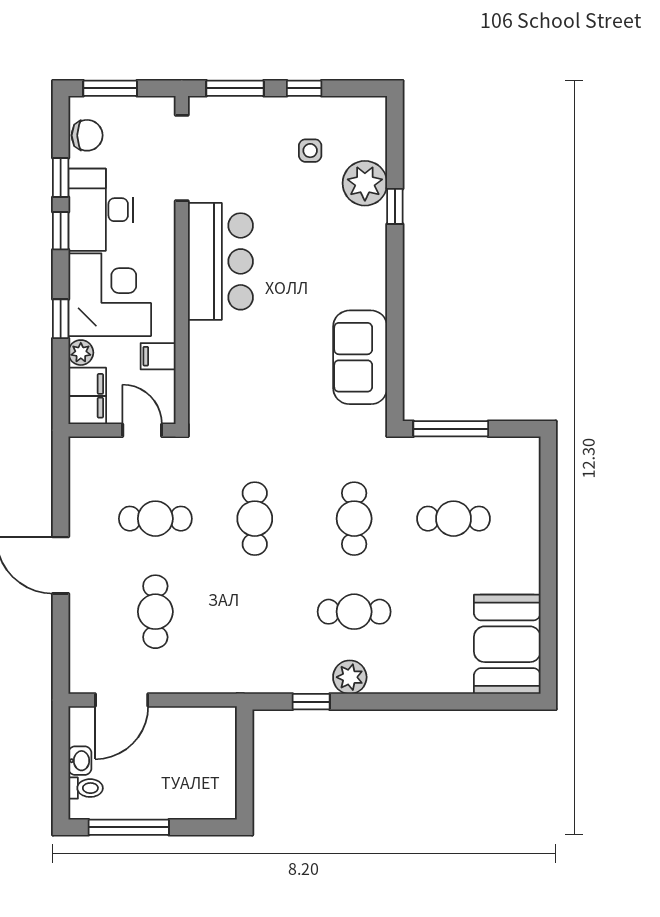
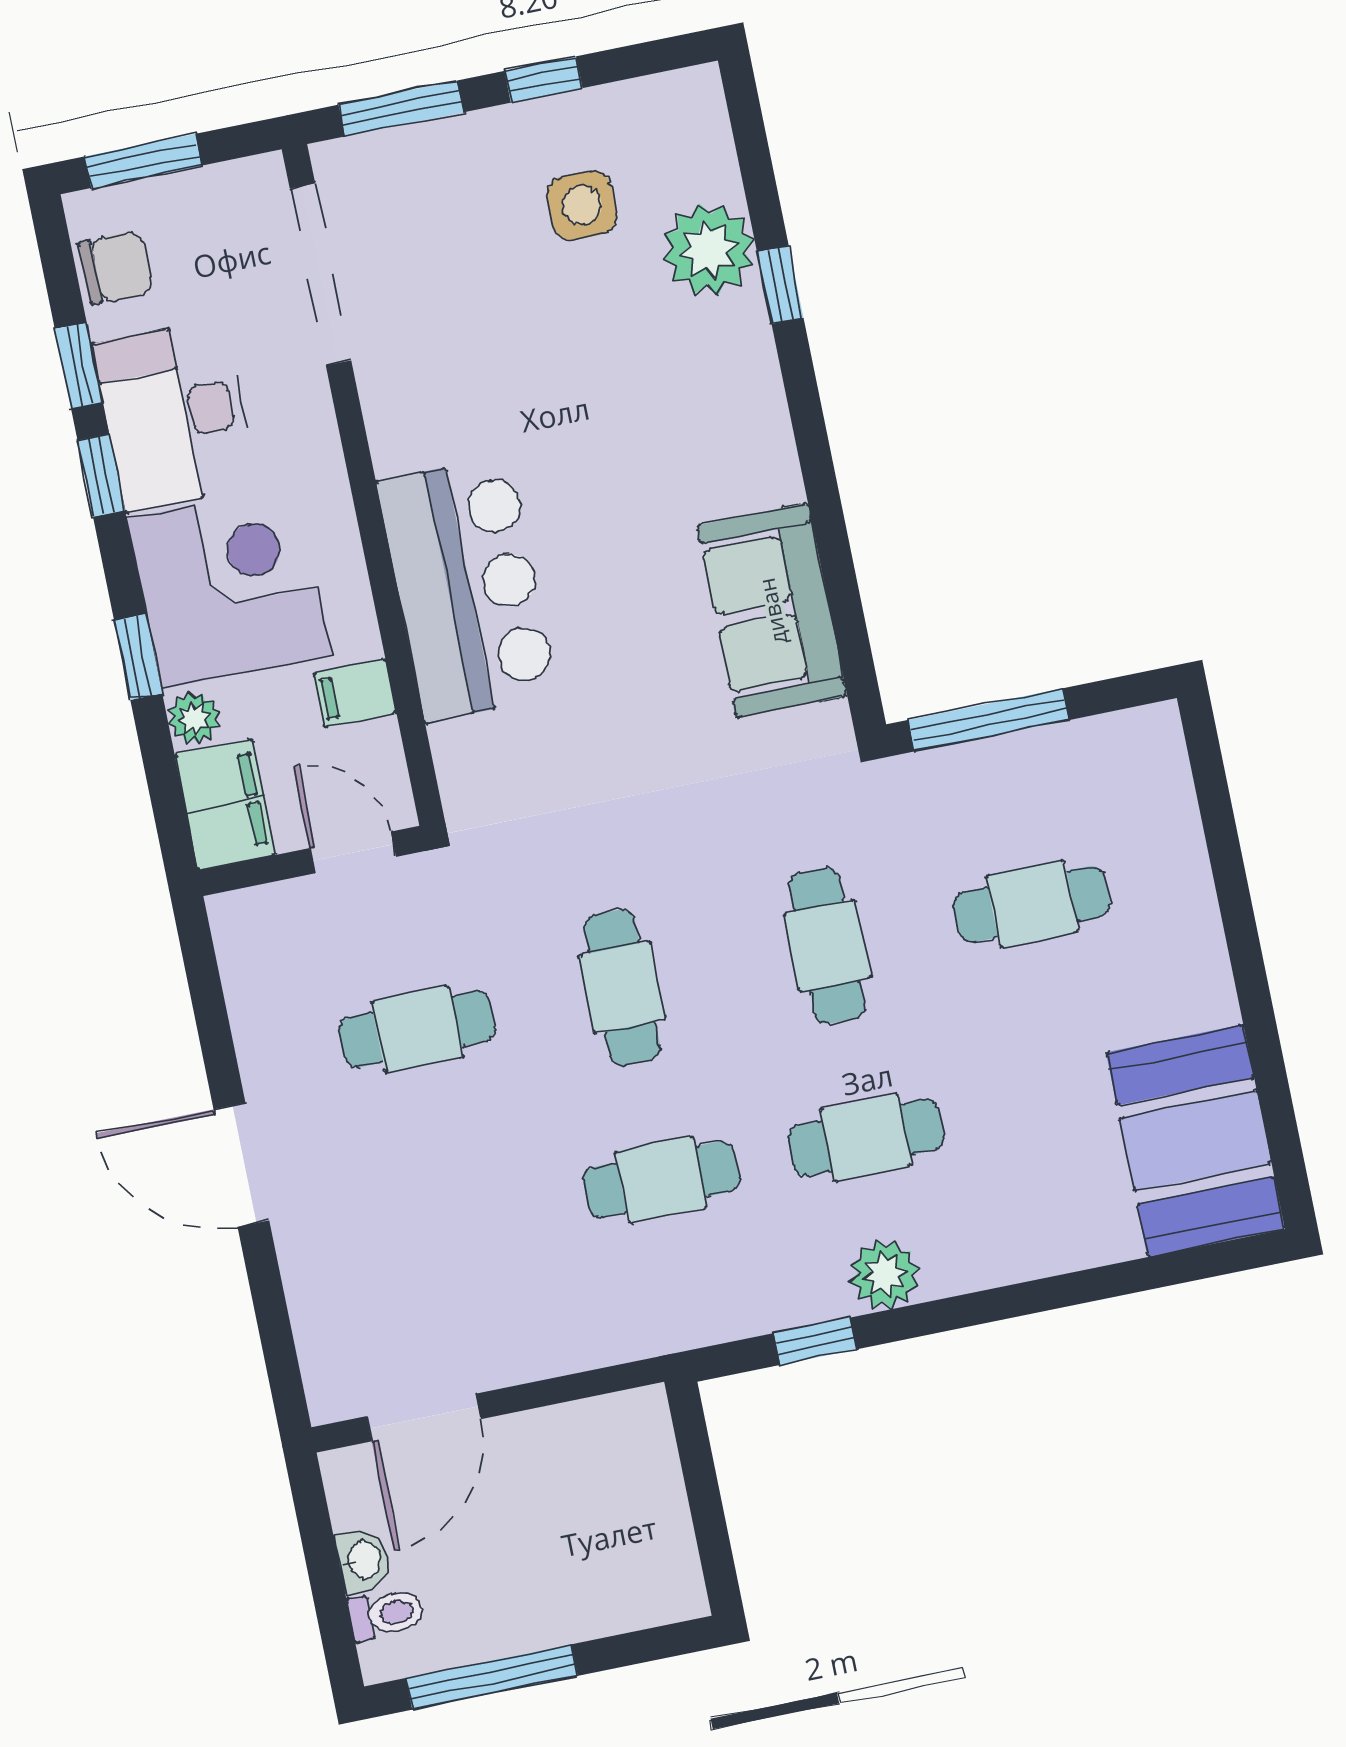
side table: (310, 151) -> (582, 205), width x1.37, depth x1.37
bar counter: (220, 261) -> (467, 589), moved
cafe table: (155, 612) -> (661, 1179), moved, turned 90

